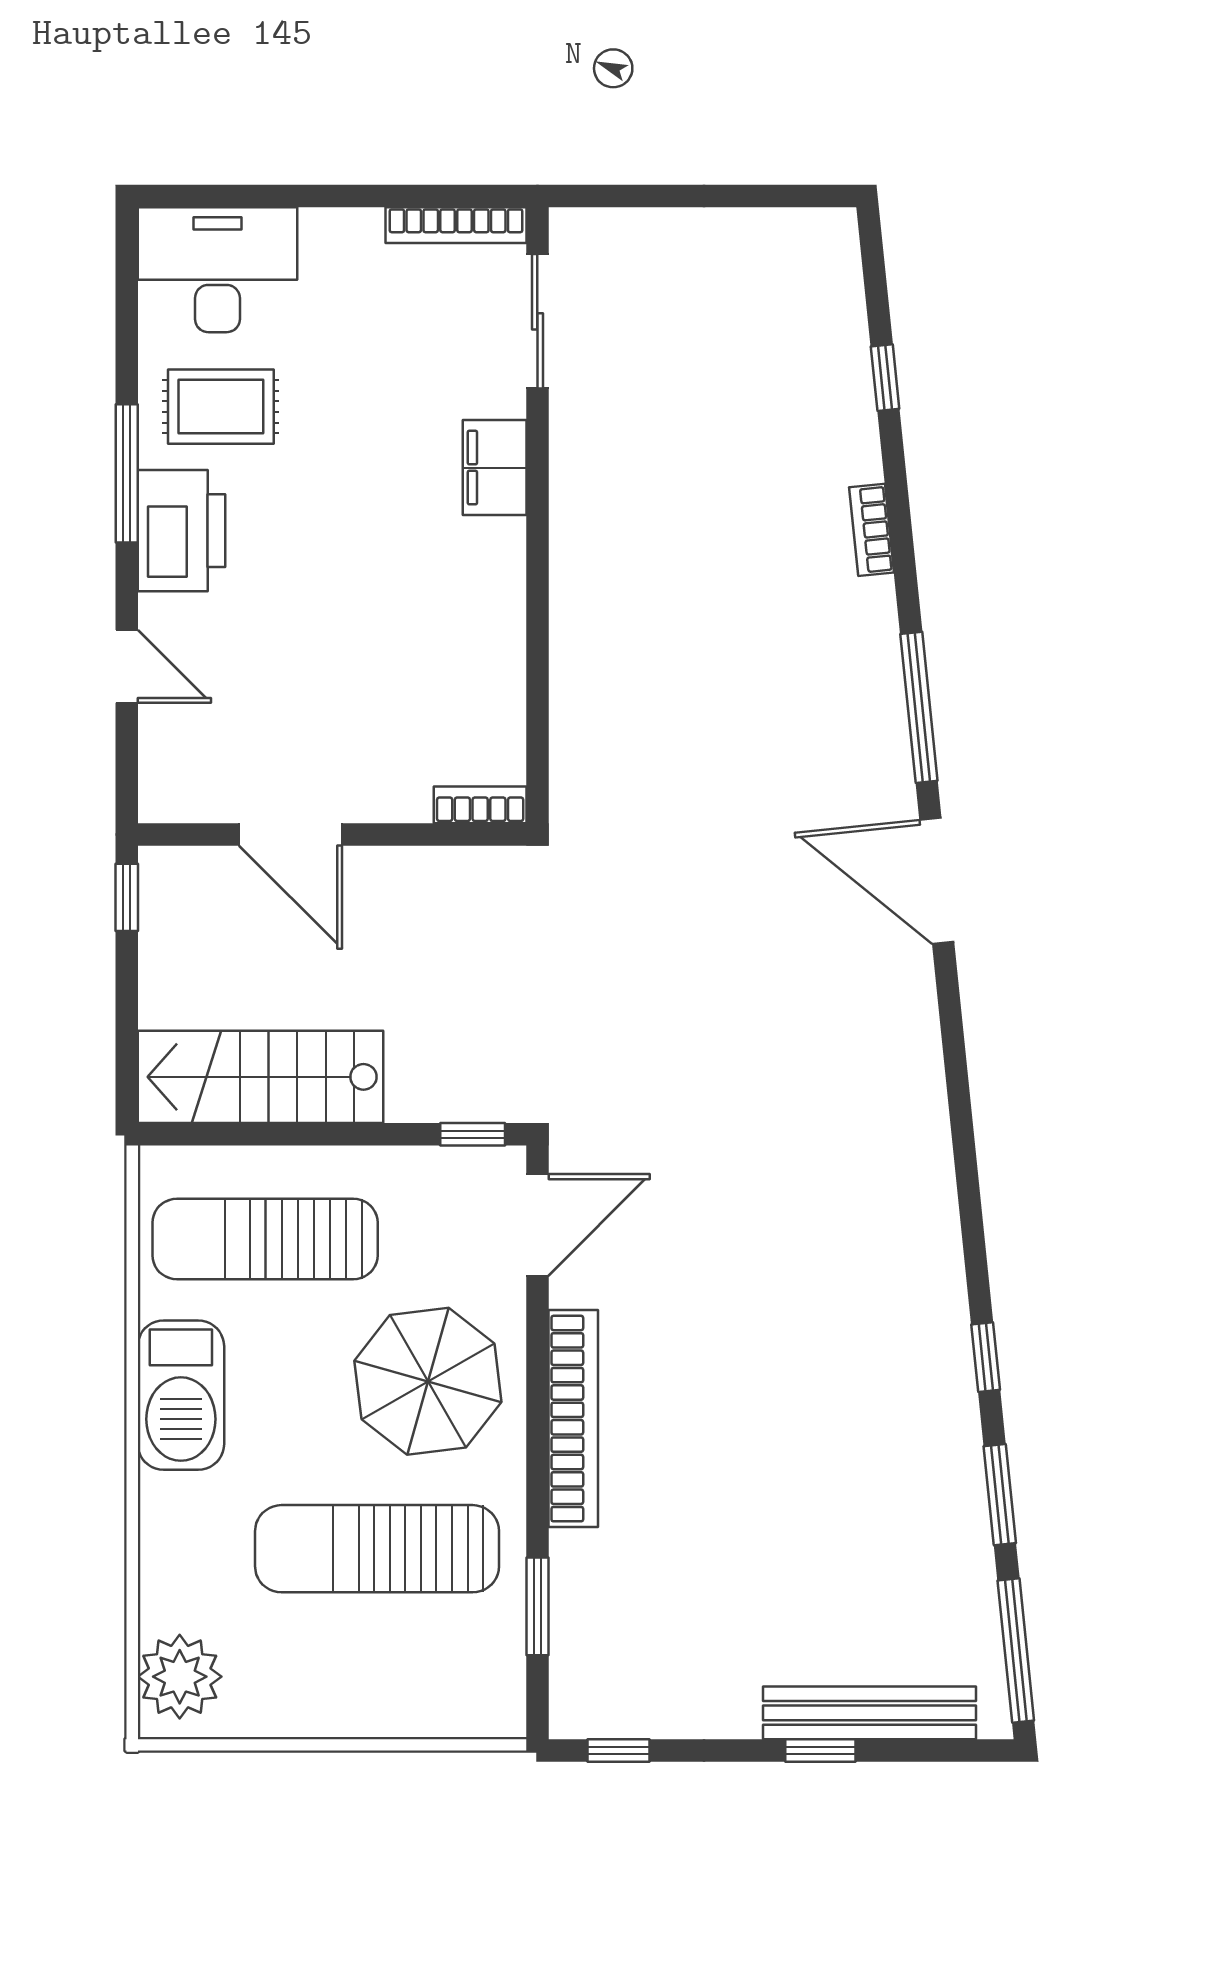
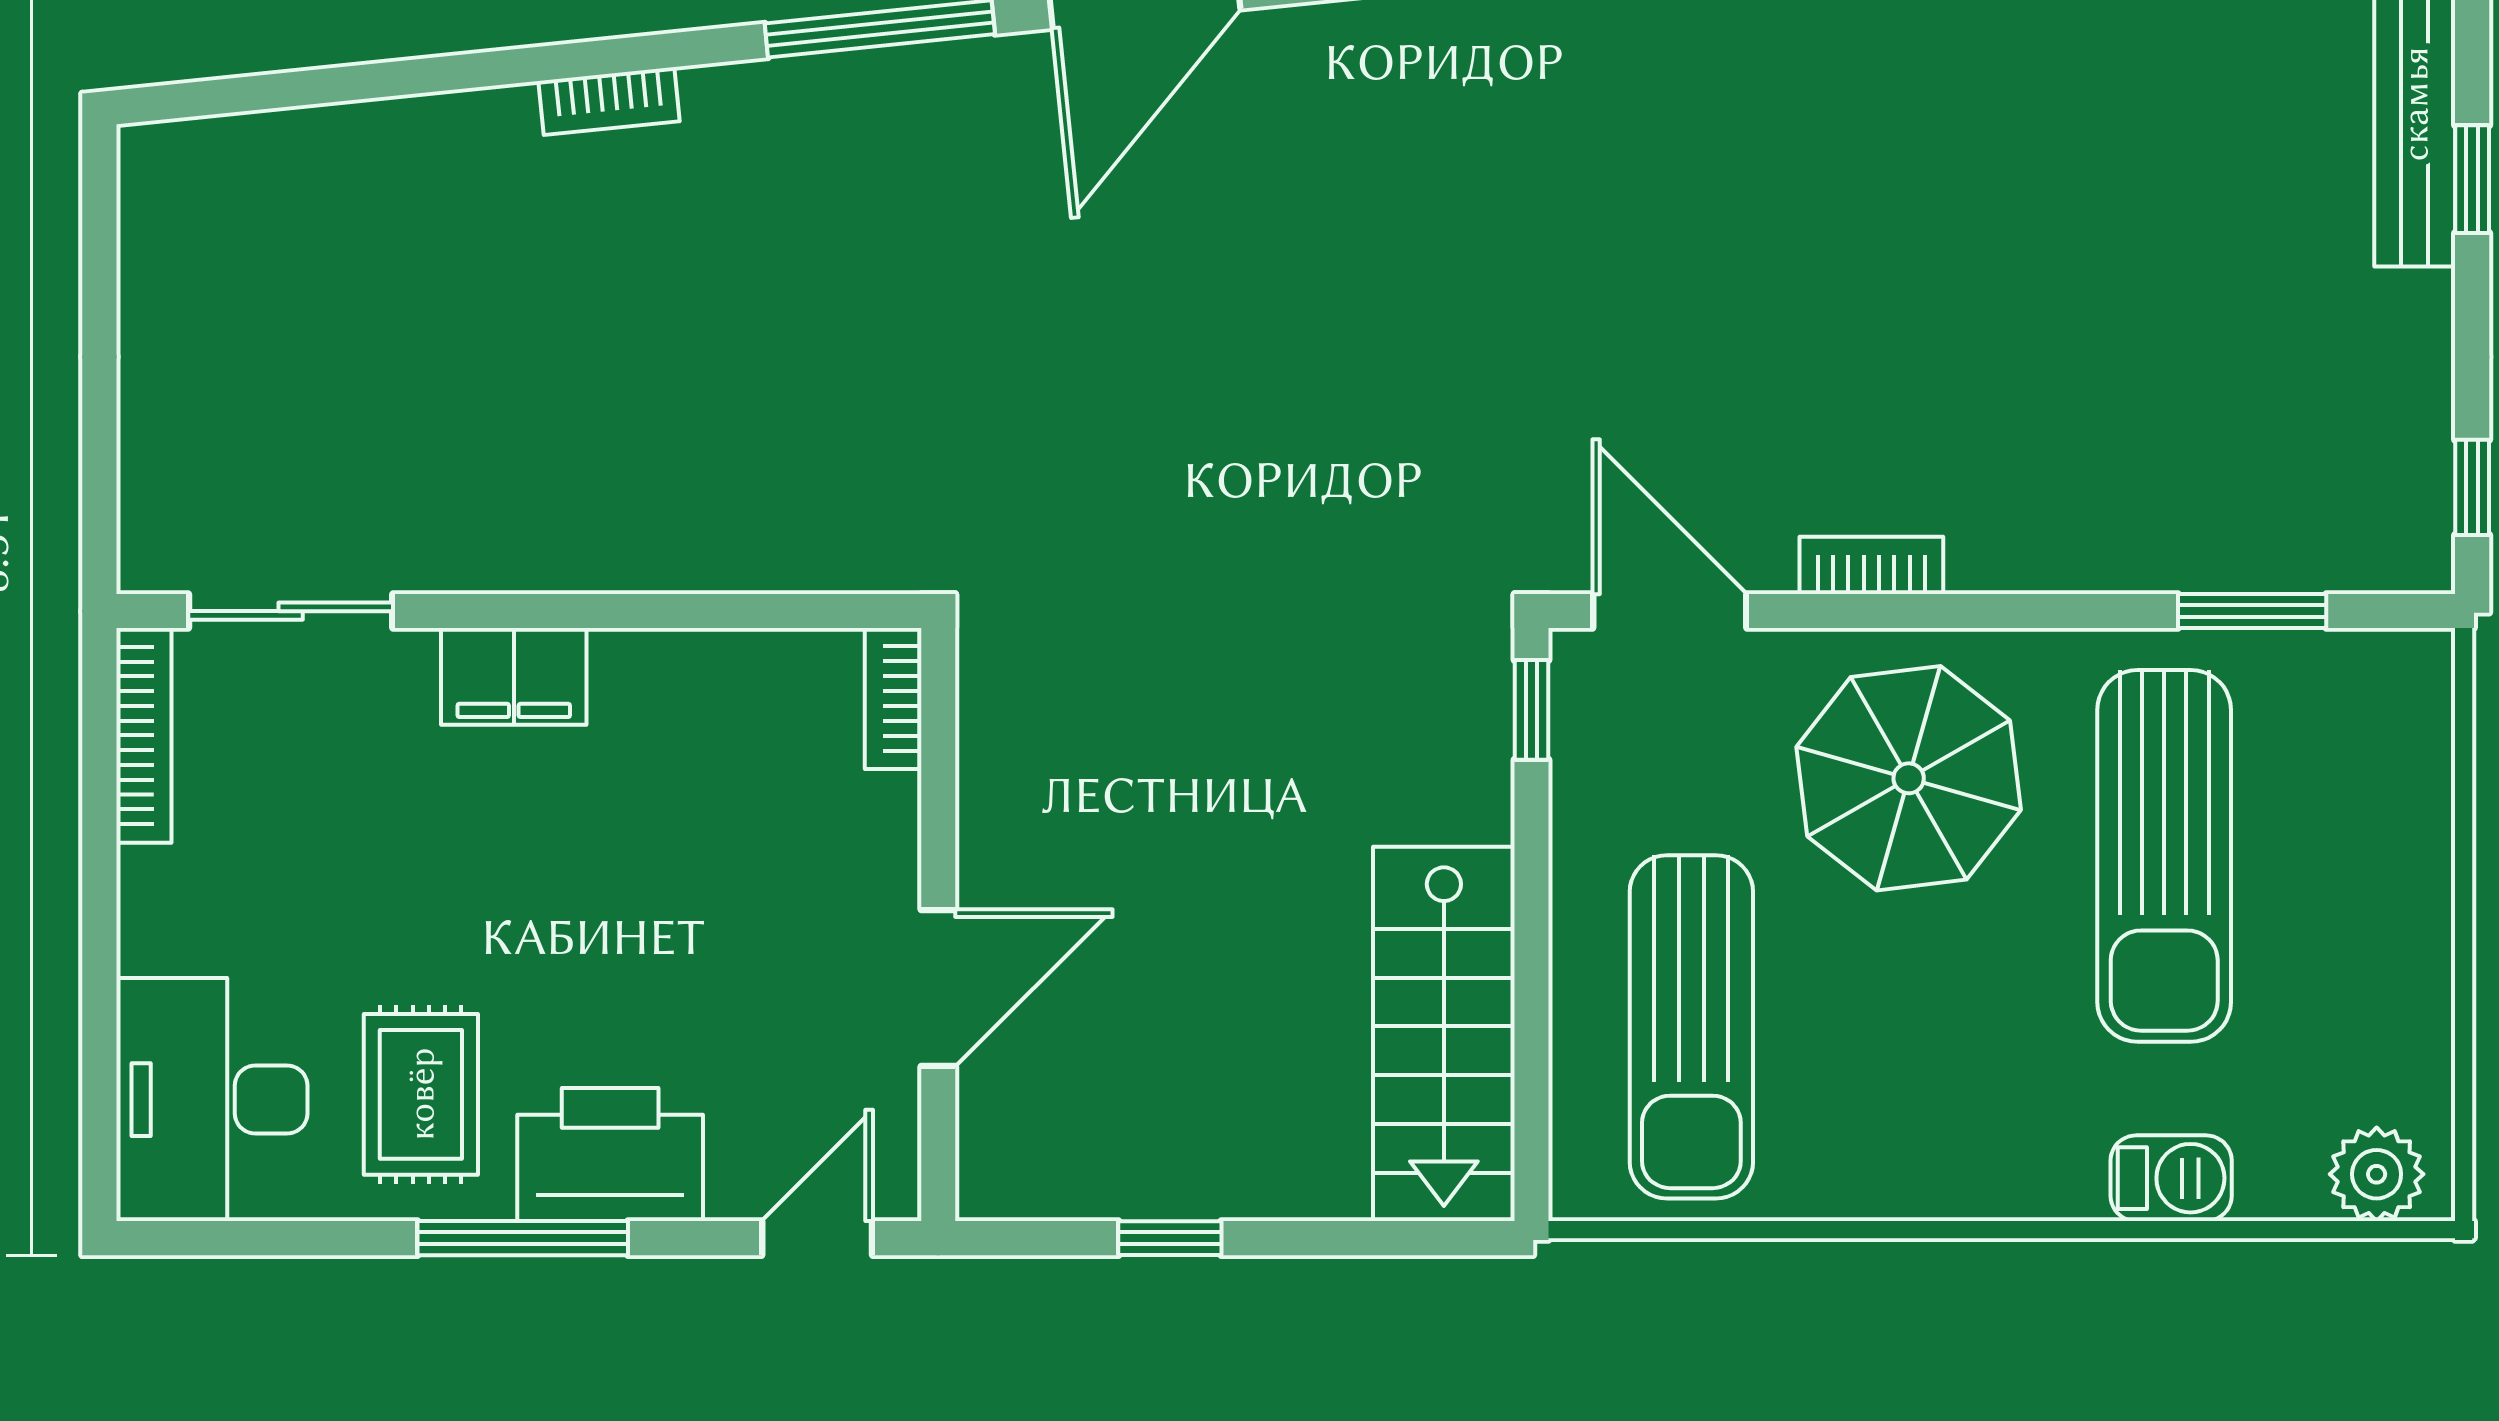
window: (885, 378) -> (377, 80), removed
bookcase: (480, 805) -> (893, 699), moved
door: (291, 834) -> (938, 988), moved
wall: (332, 834) -> (938, 925), moved
barbecue: (181, 1395) -> (2171, 1178), moved, width x0.53, depth x0.65
bookcase: (573, 1419) -> (1871, 565), width x0.43, depth x0.76
plant: (180, 1677) -> (2377, 1174), width x0.73, depth x0.73

